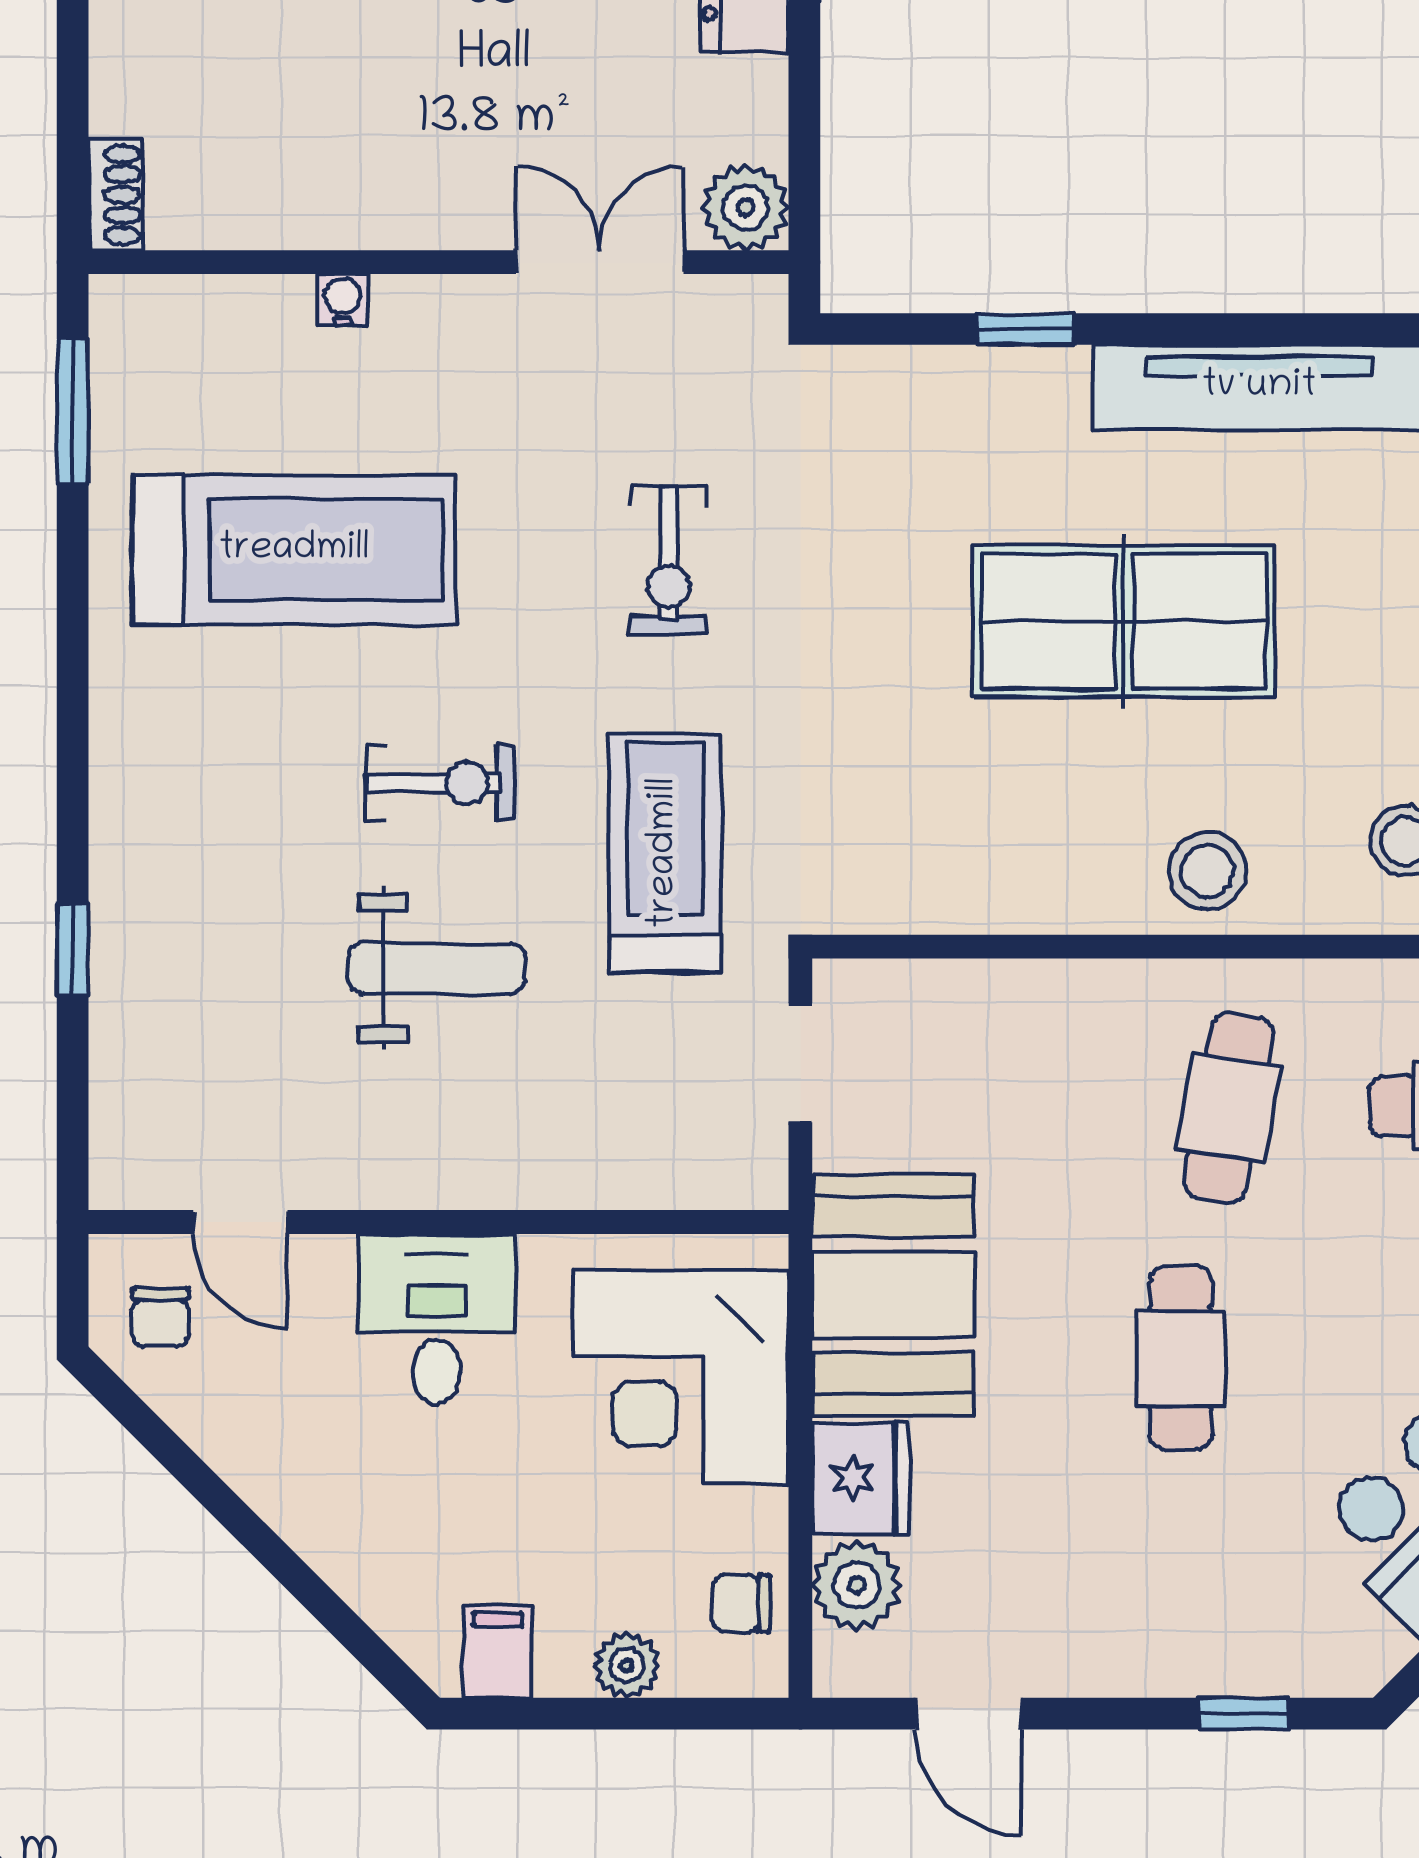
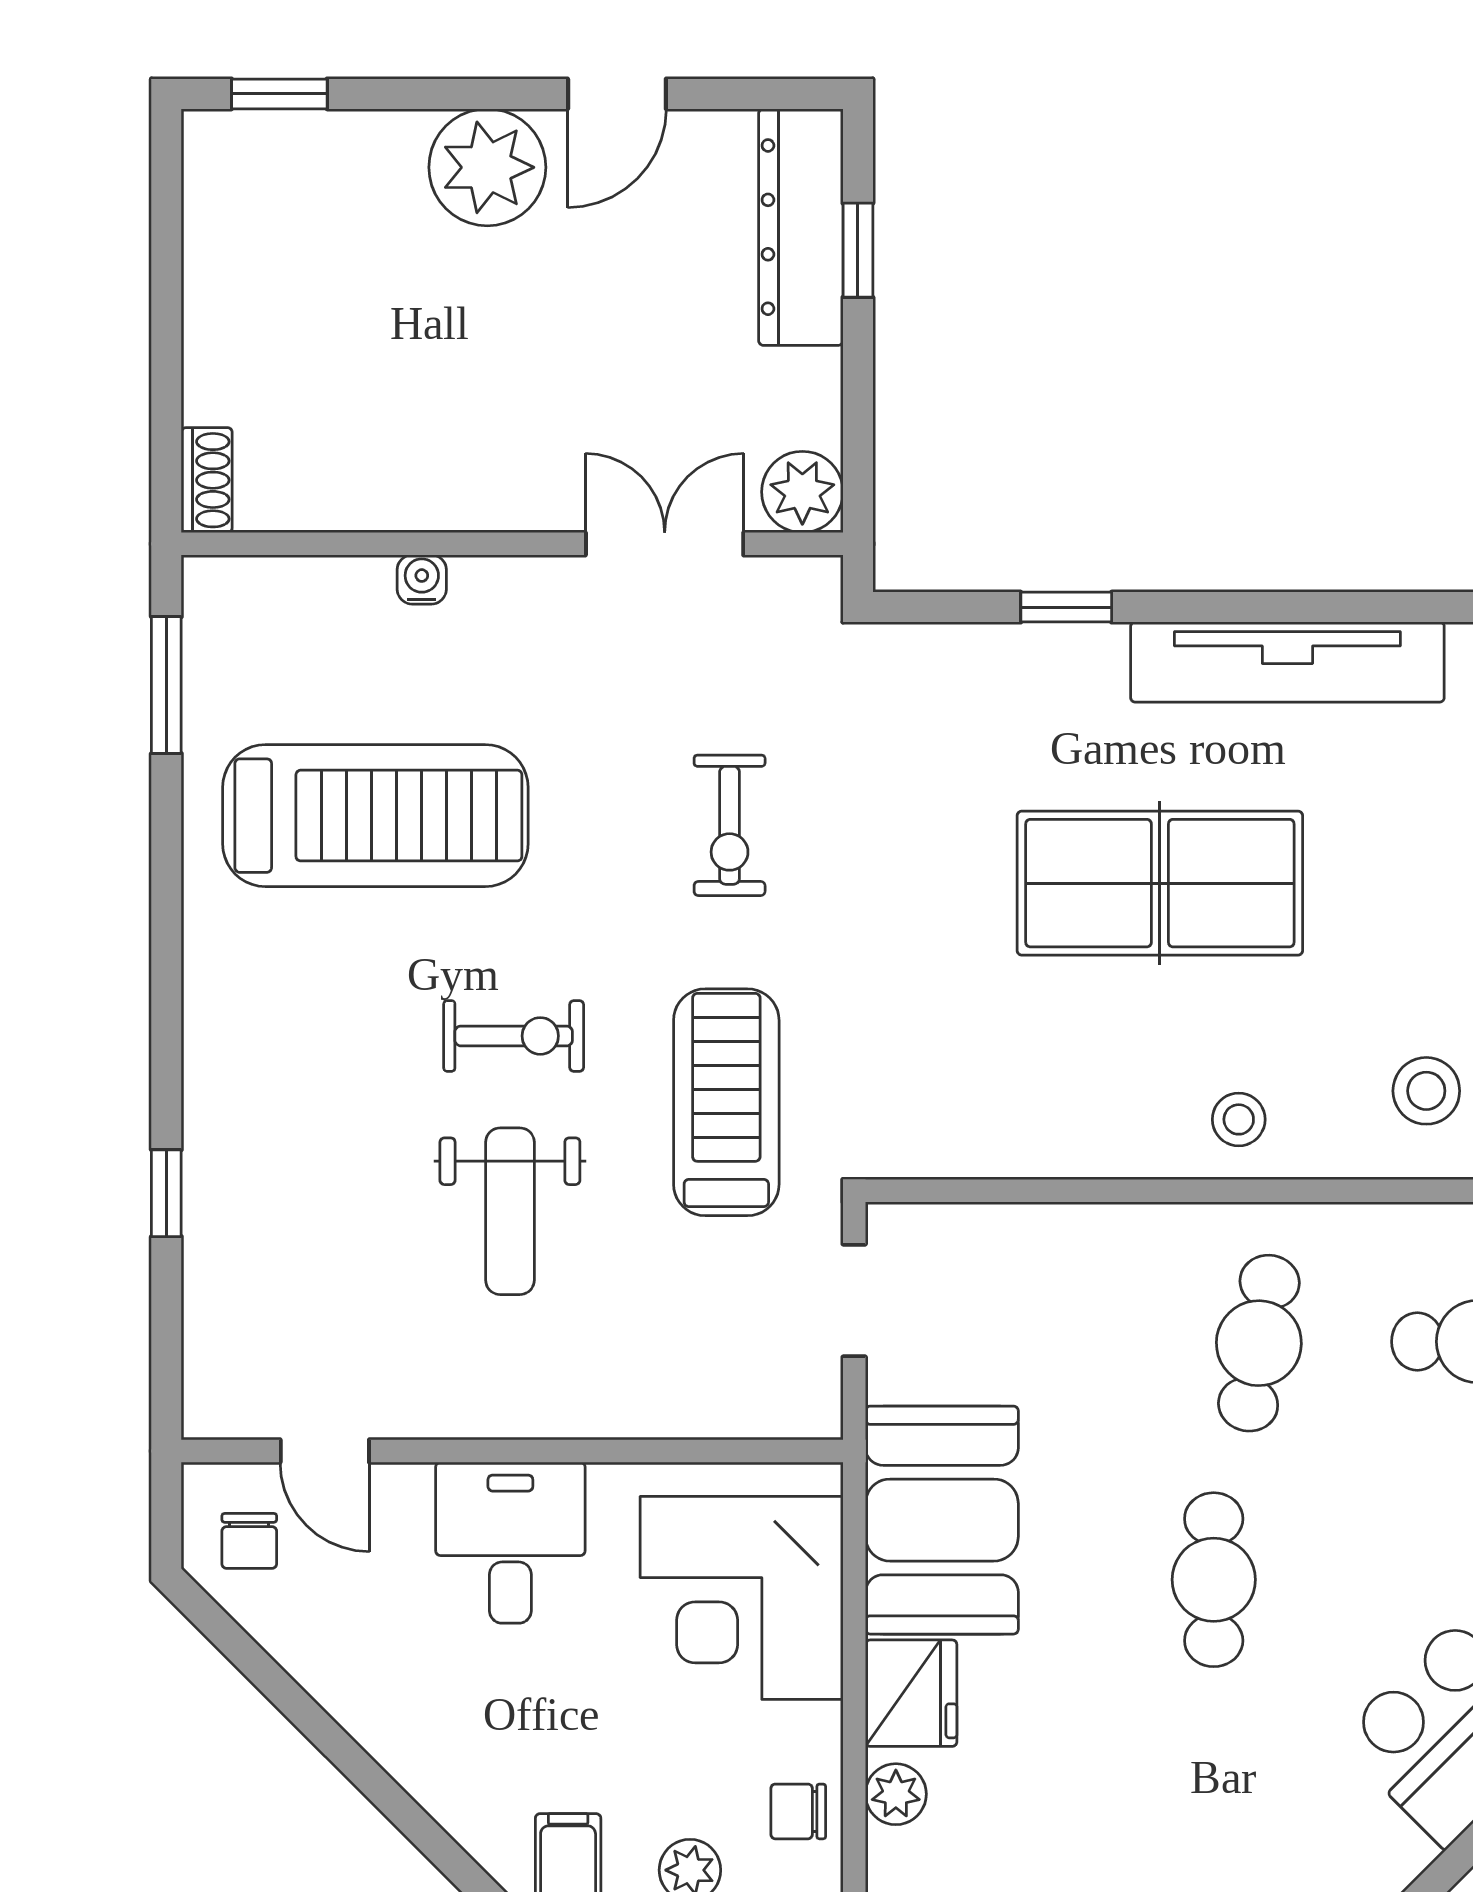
stool: (1207, 871) -> (1239, 1119), width x0.73, depth x0.73
weight bench: (436, 968) -> (510, 1211), turned 90
plant: (857, 1585) -> (896, 1794), width x0.73, depth x0.73

